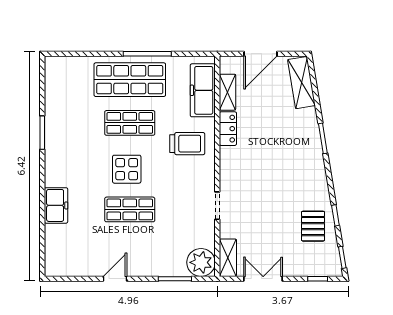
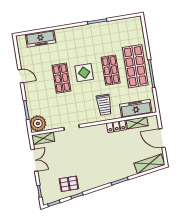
freezer: (56, 205) -> (41, 39), moved, width x1.40

